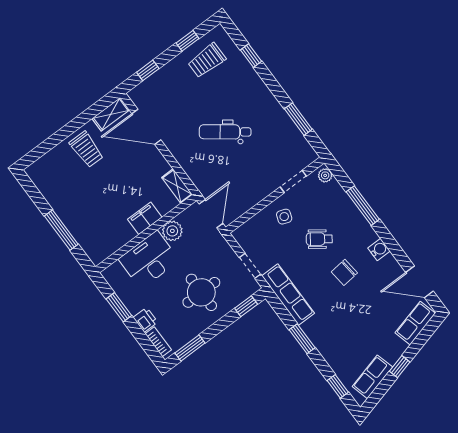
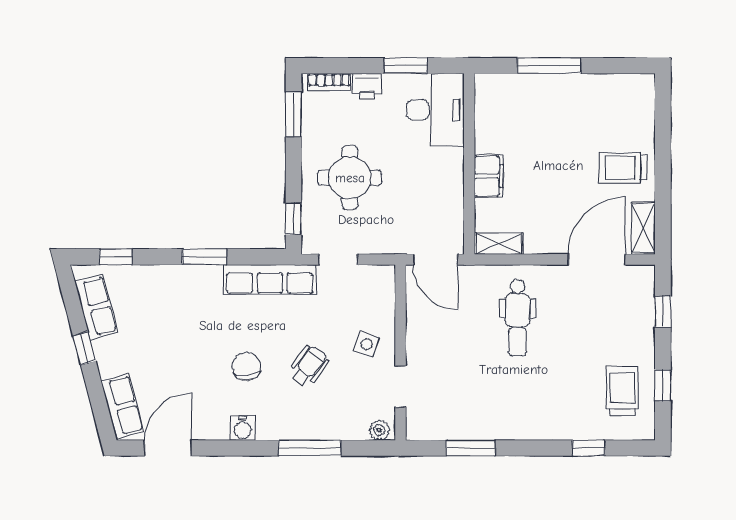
dental chair: (225, 132) -> (518, 318), moved, turned 143
plant: (172, 231) -> (449, 198), removed
desk: (149, 260) -> (435, 110), moved

